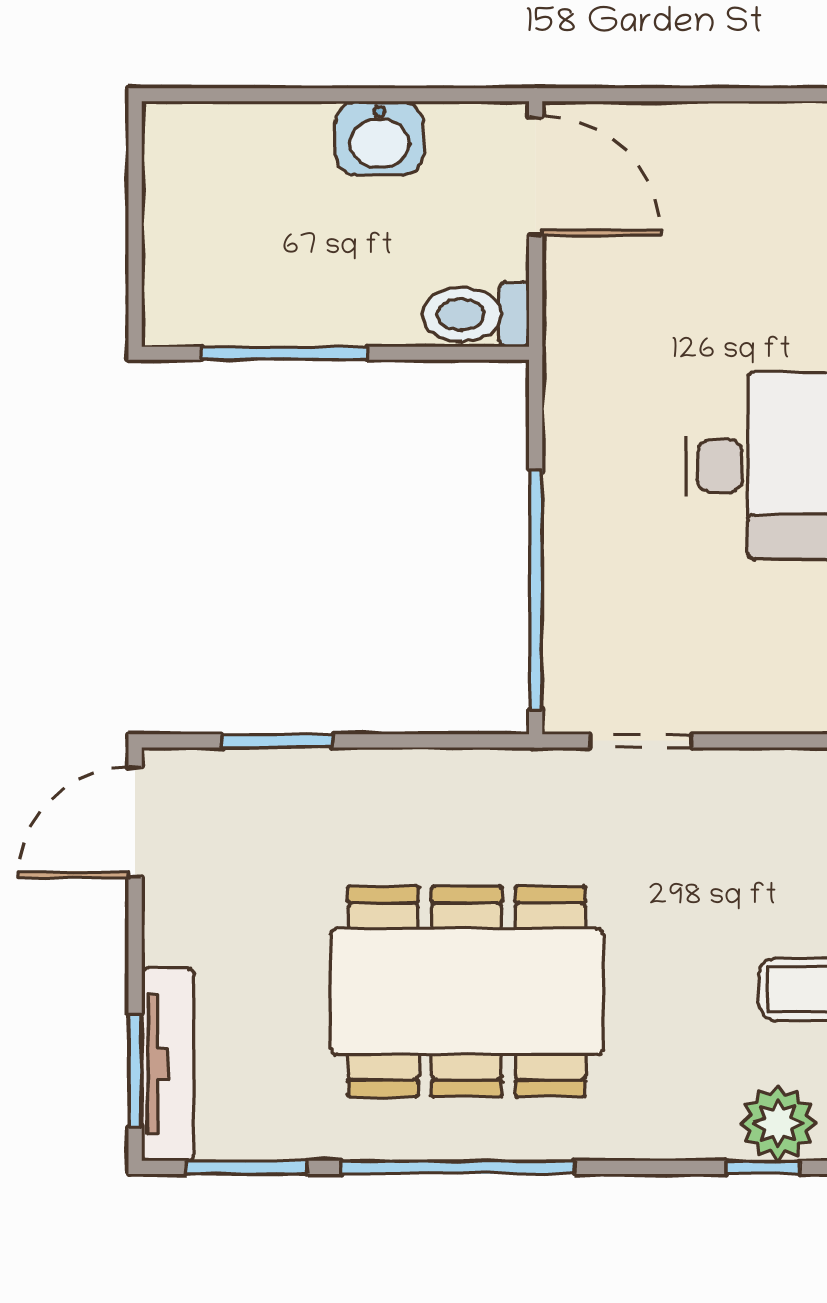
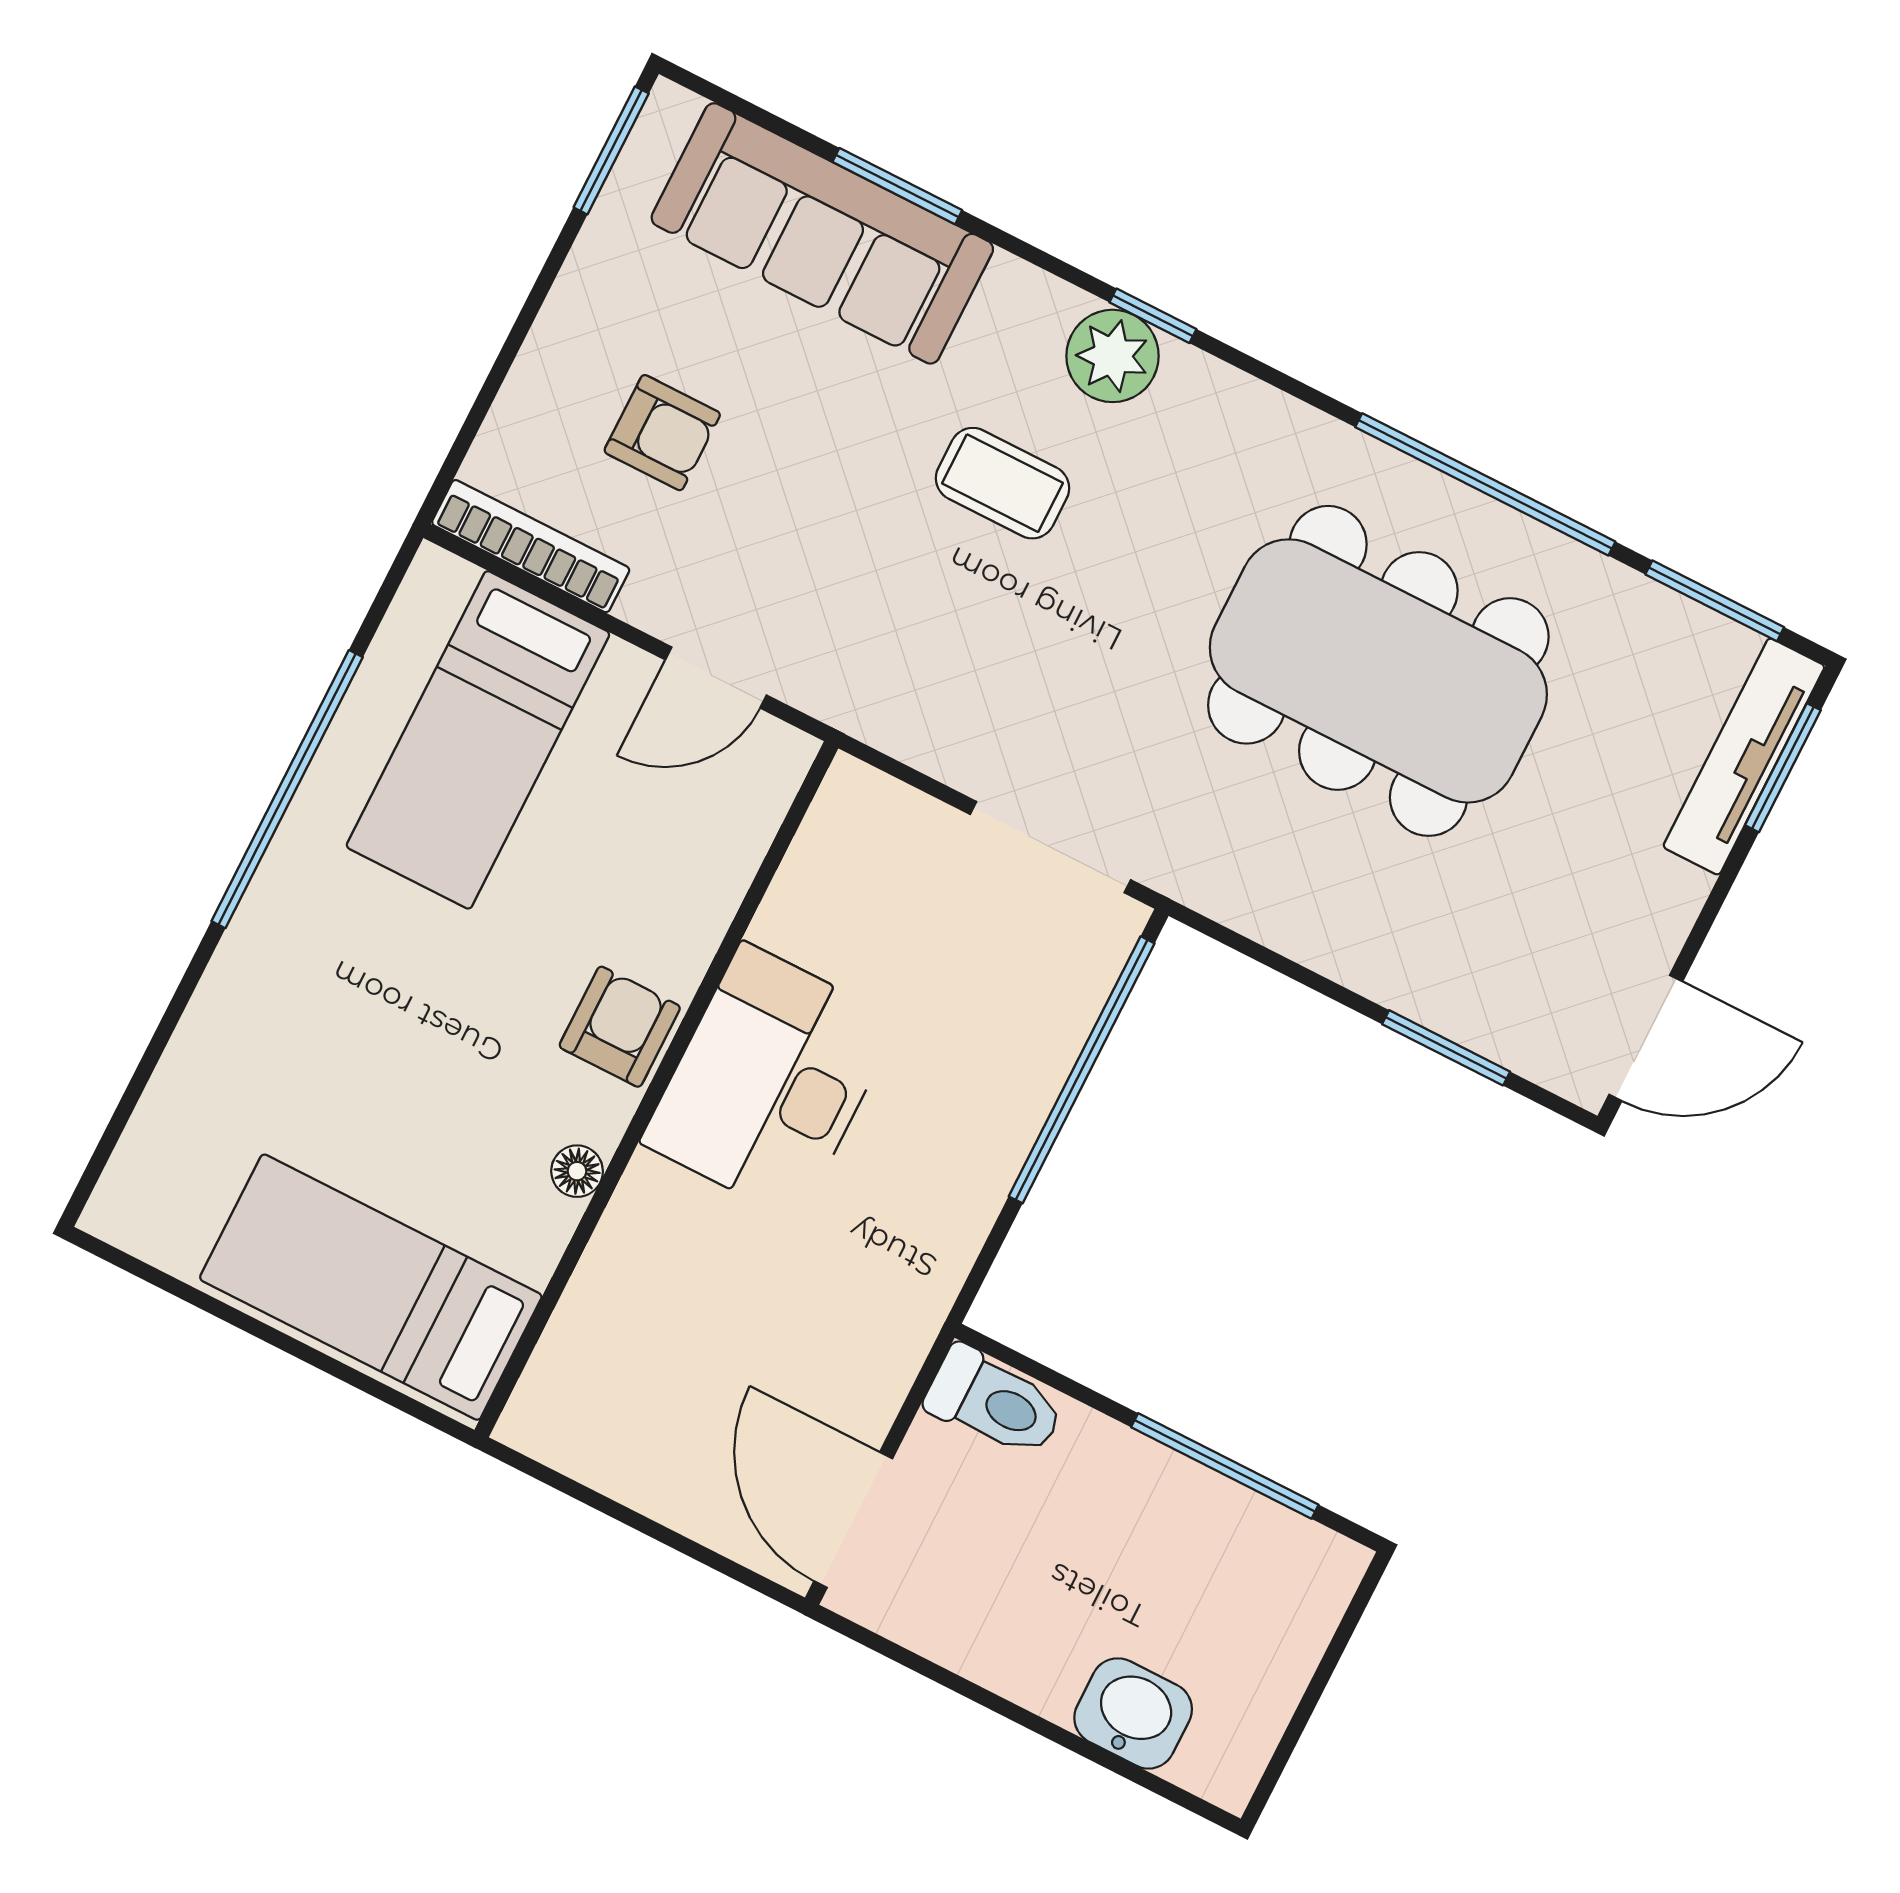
washbasin: (379, 138) -> (1133, 1713), moved
doorway: (641, 741) -> (1050, 847), width x1.38

